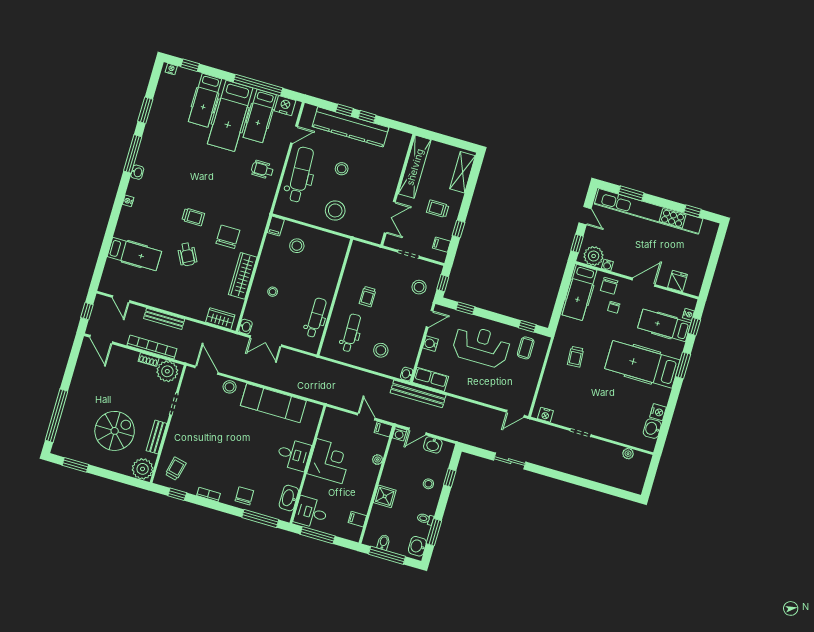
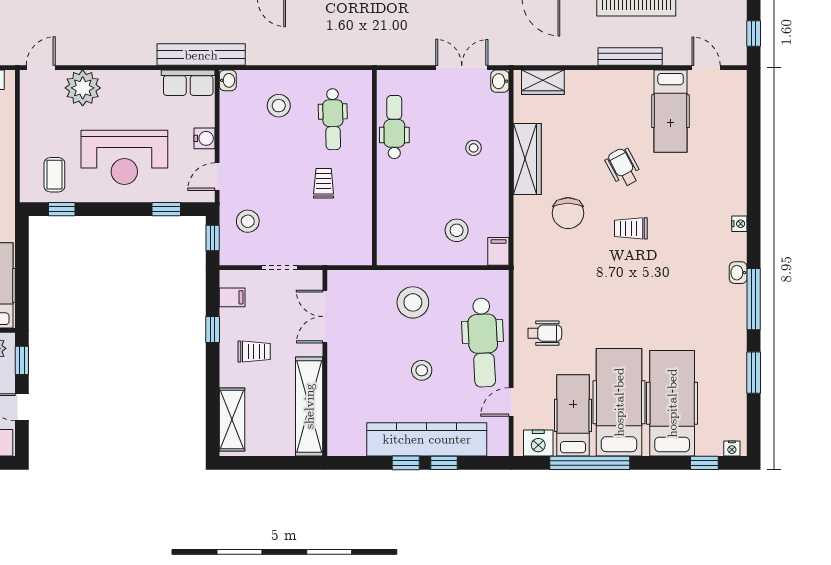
hospital bed: (205, 100) -> (672, 403), width x1.37, depth x1.29
hospital bed: (134, 254) -> (671, 111), moved, turned -90
dental chair: (316, 318) -> (394, 127), turned 180
plant: (494, 395) -> (83, 88), added

